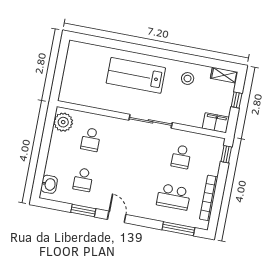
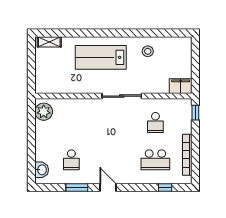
shelving: (224, 75) -> (49, 42), moved
window: (237, 100) -> (195, 62), removed
school desk: (91, 140) -> (71, 123), removed
window: (178, 229) -> (165, 188), width x0.46

